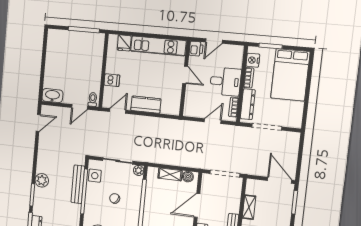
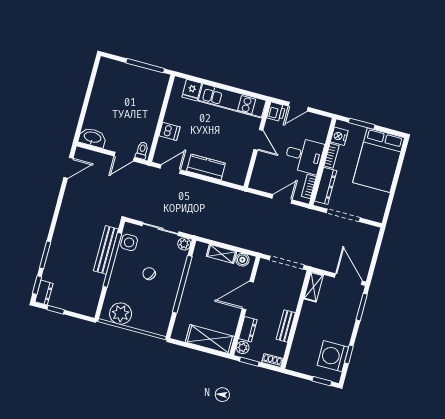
plant: (42, 180) -> (61, 239), removed
shelving: (249, 207) -> (314, 287), moved

